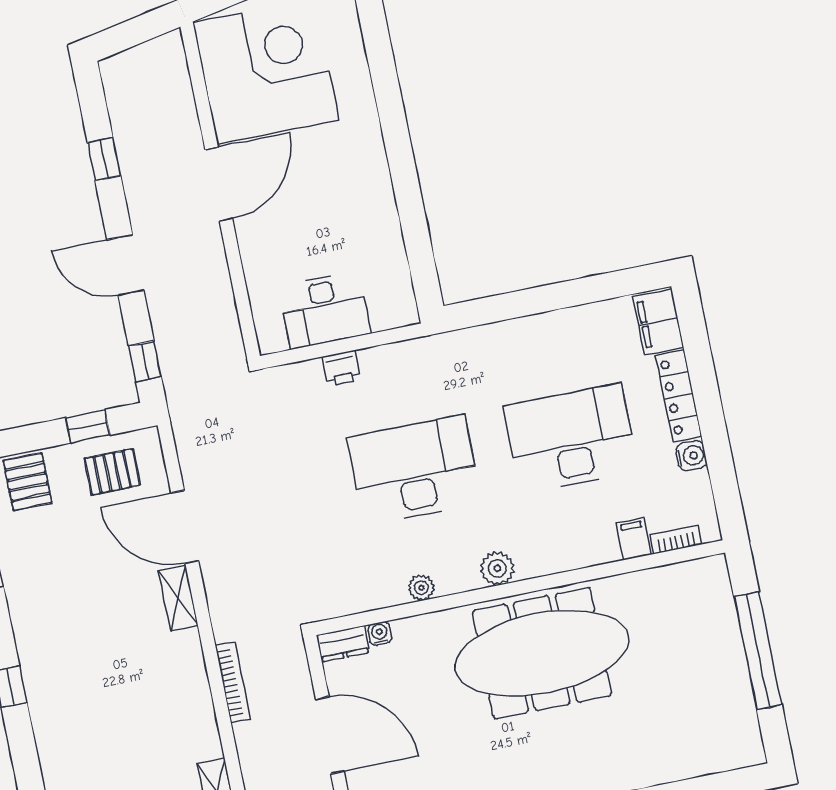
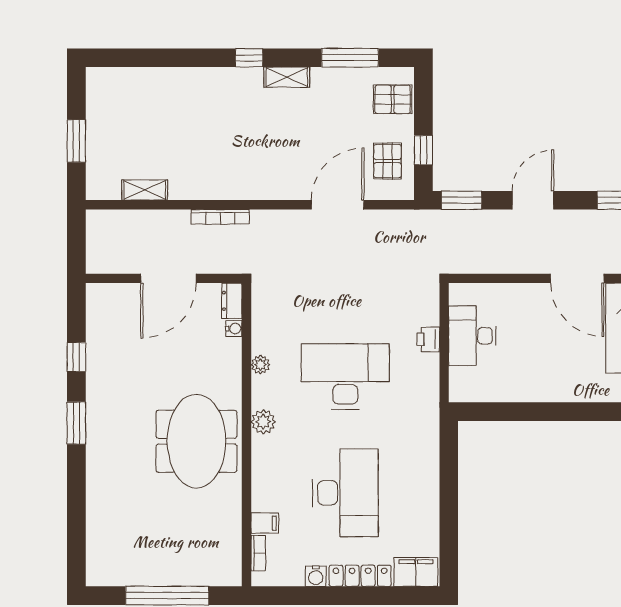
window: (145, 361) -> (462, 200), width x1.50
desk: (414, 470) -> (345, 377), turned -90
shelving: (178, 598) -> (287, 77), moved
meeting table: (542, 653) -> (196, 441), width x0.73

